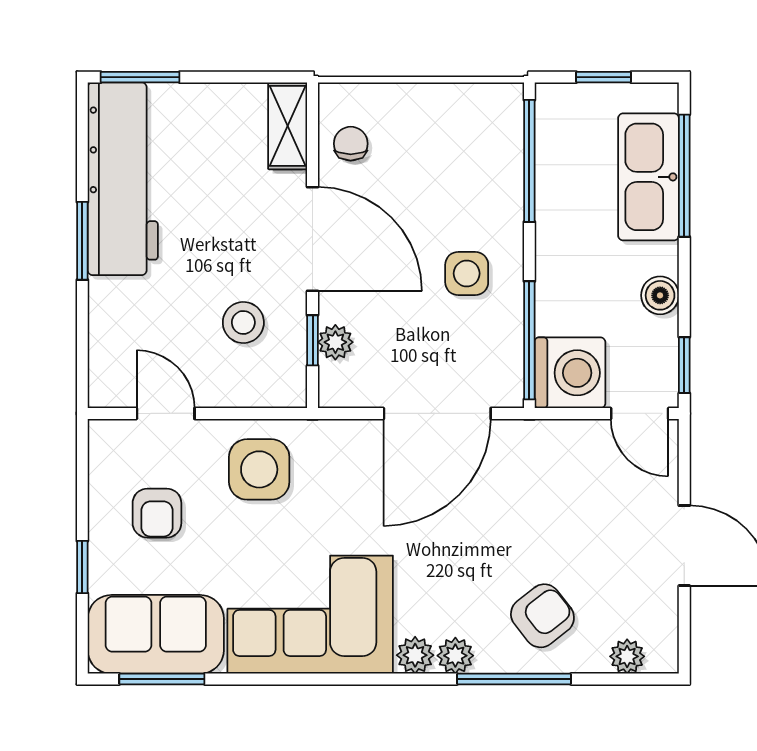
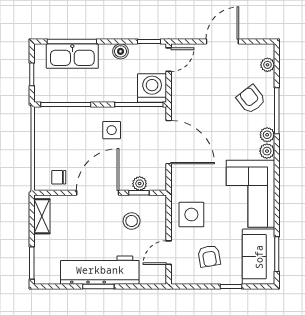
shelving: (288, 126) -> (42, 216), moved, turned 90
workbench: (123, 179) -> (100, 270), moved
armchair: (157, 513) -> (209, 256), turned 81

